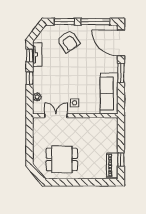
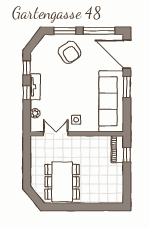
tv unit: (37, 55) -> (35, 87), moved
sofa: (109, 93) -> (111, 101), width x1.36, depth x1.27
dining table: (62, 159) -> (62, 182), width x1.38
window: (121, 160) -> (127, 155), moved
piano: (112, 165) -> (117, 149), moved

